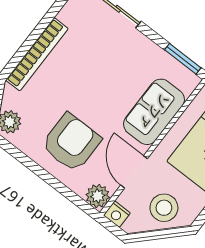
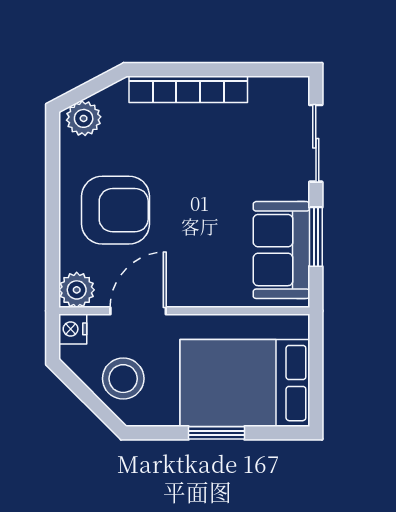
window: (183, 59) -> (316, 237), moved
sofa: (154, 112) -> (281, 250), moved, turned -90

